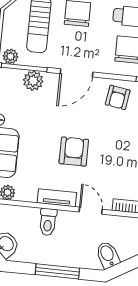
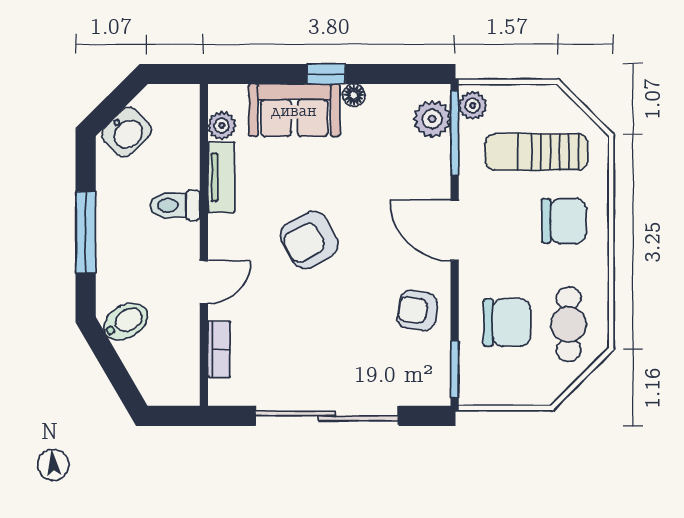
plant: (33, 81) -> (432, 119), moved
armchair: (74, 152) -> (309, 240), turned 152
tv unit: (57, 198) -> (221, 177), moved

